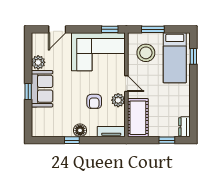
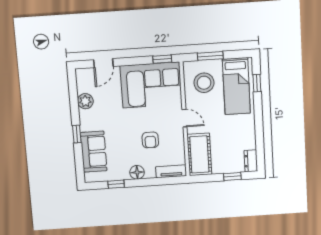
sofa: (42, 89) -> (94, 152), moved
plant: (118, 100) -> (177, 137), removed
window: (72, 140) -> (116, 184), moved

